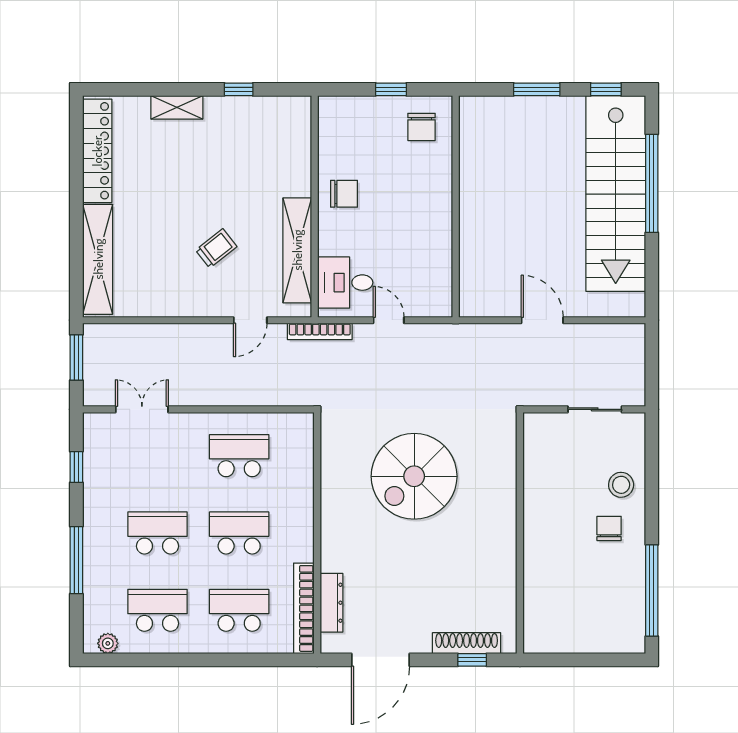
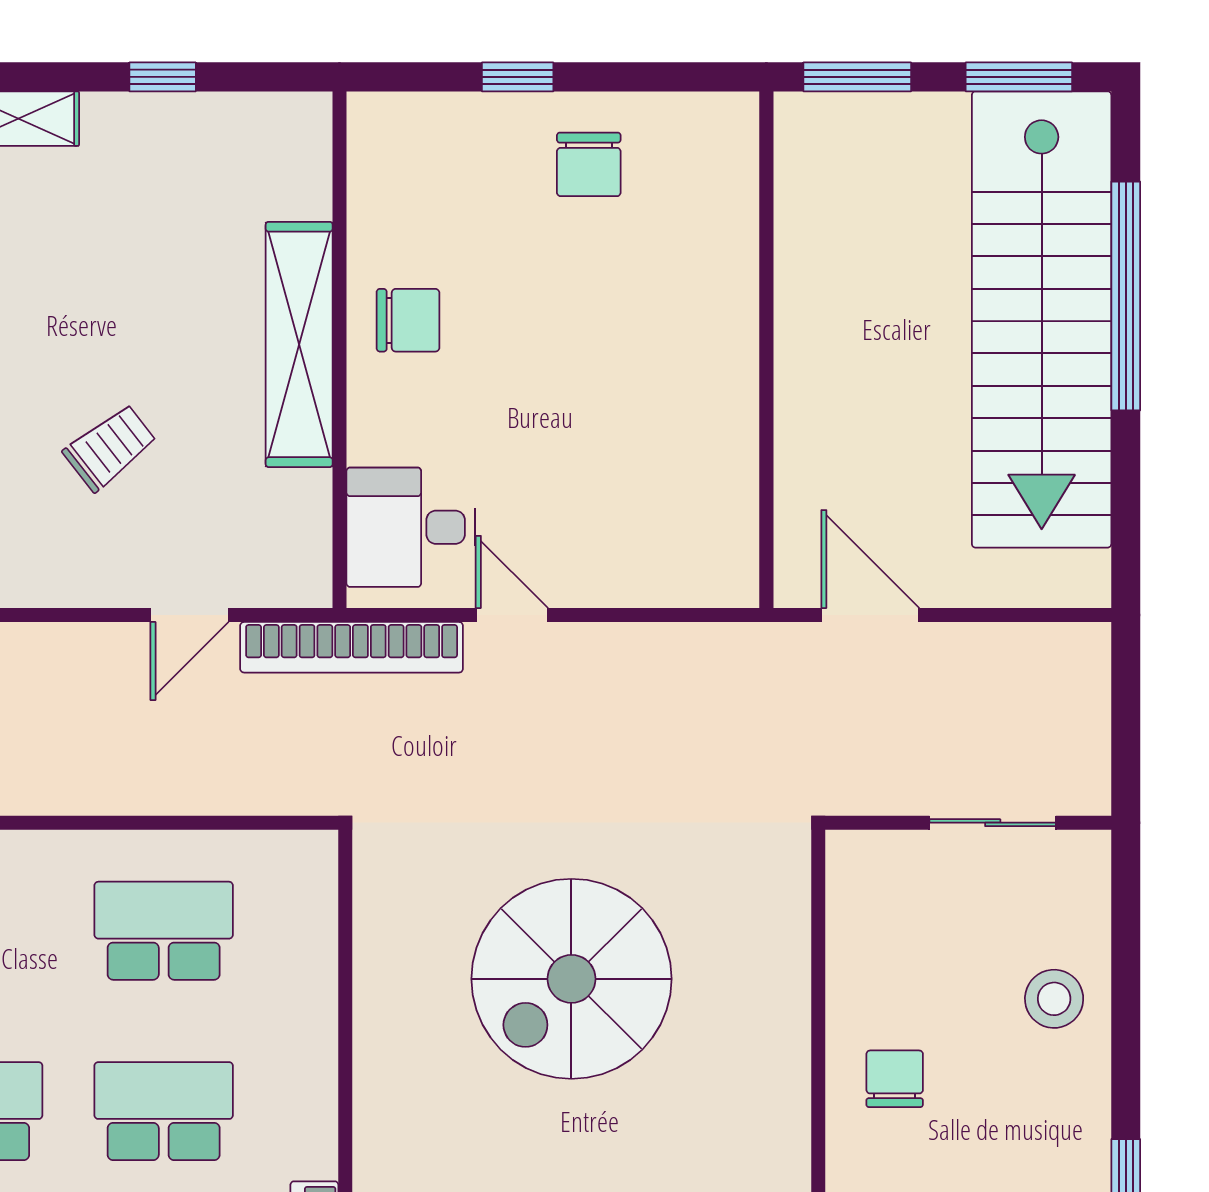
window: (606, 89) -> (1019, 77), width x1.50
wall: (456, 206) -> (766, 350), moved
shelving: (297, 250) -> (299, 344), moved
bookcase: (320, 331) -> (352, 647), width x1.48, depth x1.31
chair: (609, 528) -> (895, 1079), moved

